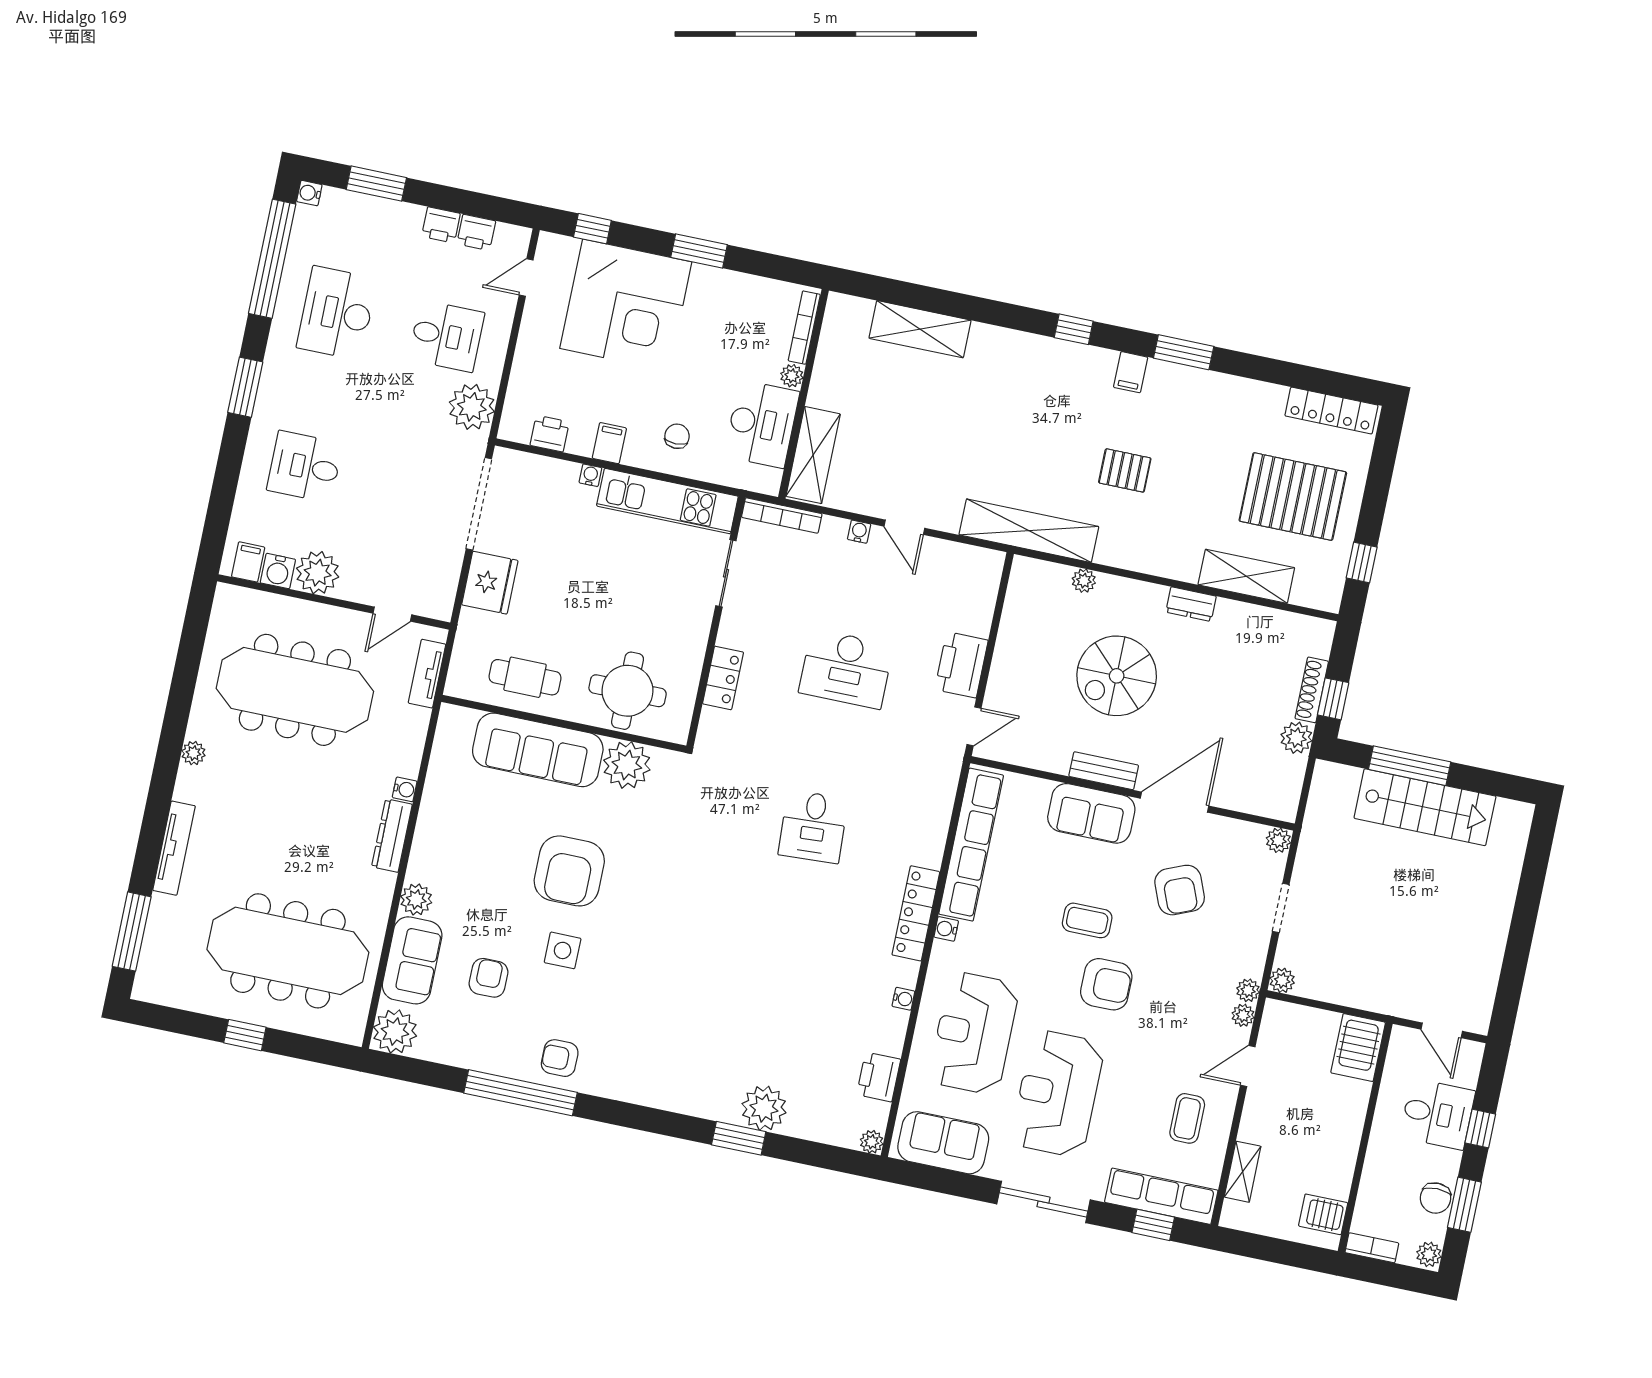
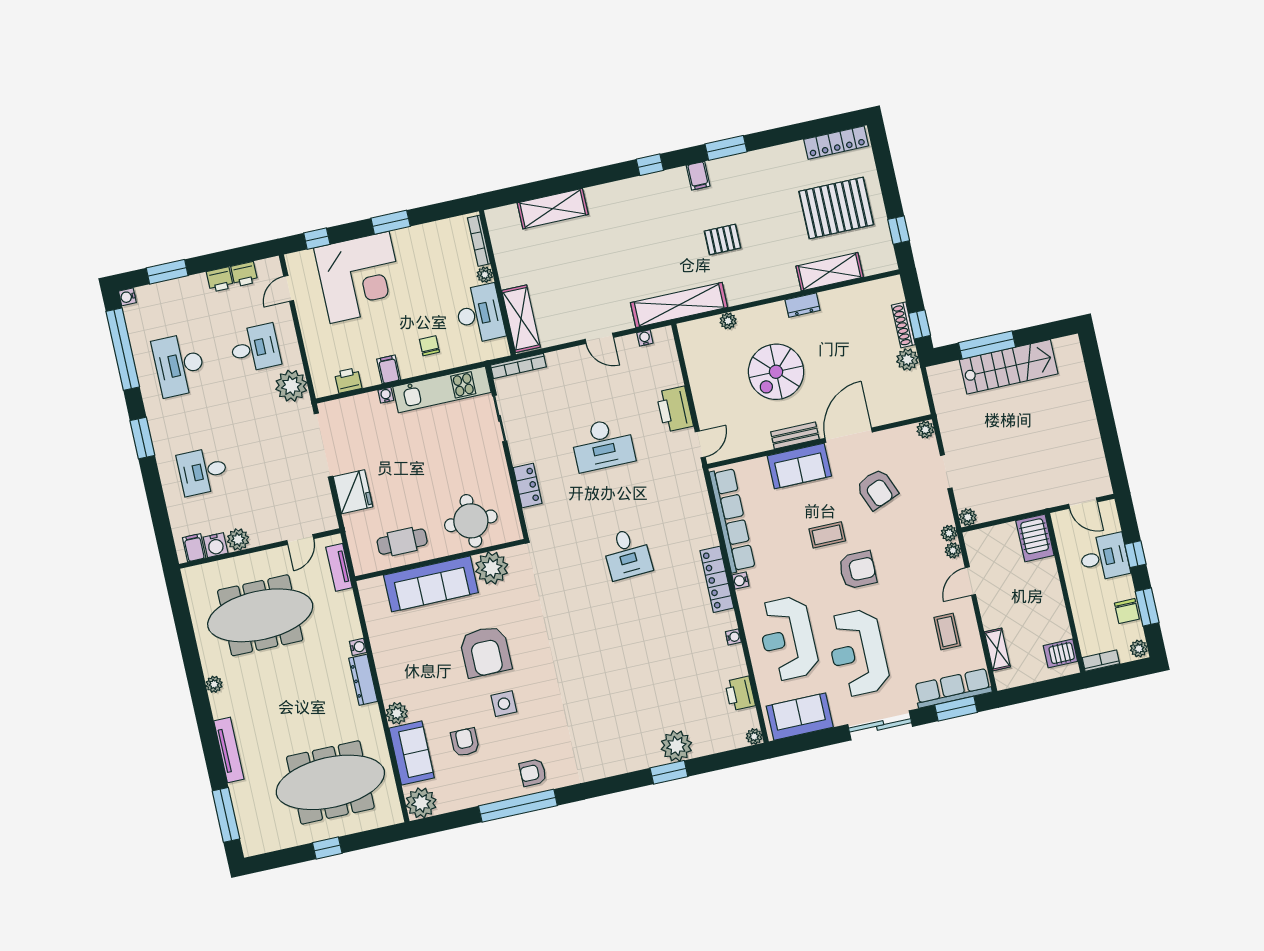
water cooler: (859, 532) -> (645, 338), moved
plant: (318, 573) -> (238, 539), width x0.73, depth x0.73
window: (1153, 1225) -> (956, 709), width x1.50

